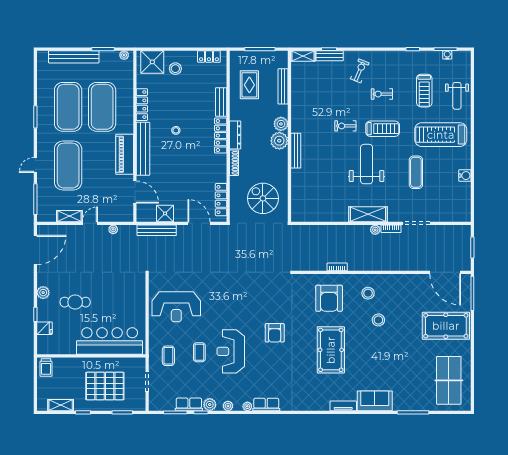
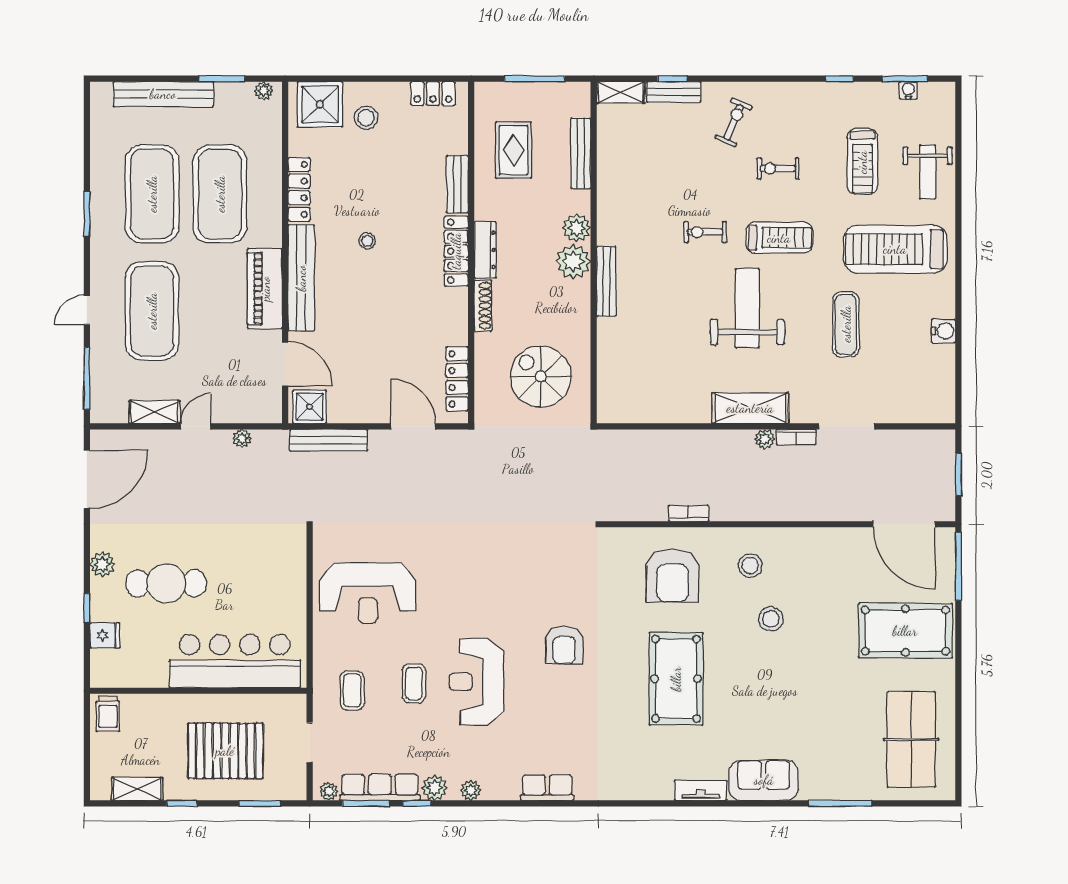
shower: (165, 213) -> (310, 407), moved
cafe table: (75, 302) -> (166, 583), width x1.37, depth x1.35
row of seats: (189, 404) -> (380, 787), width x1.48
plant: (247, 406) -> (329, 791), moved

